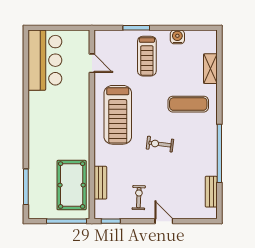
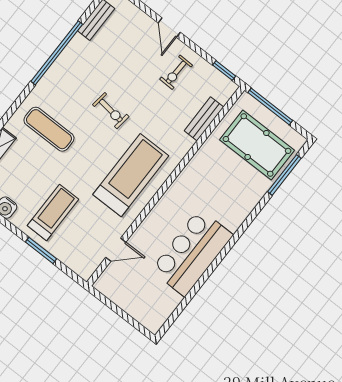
bar counter: (45, 60) -> (192, 253), moved
door: (92, 63) -> (116, 250), swing flipped
pool table: (72, 185) -> (257, 145), moved, turned 90

